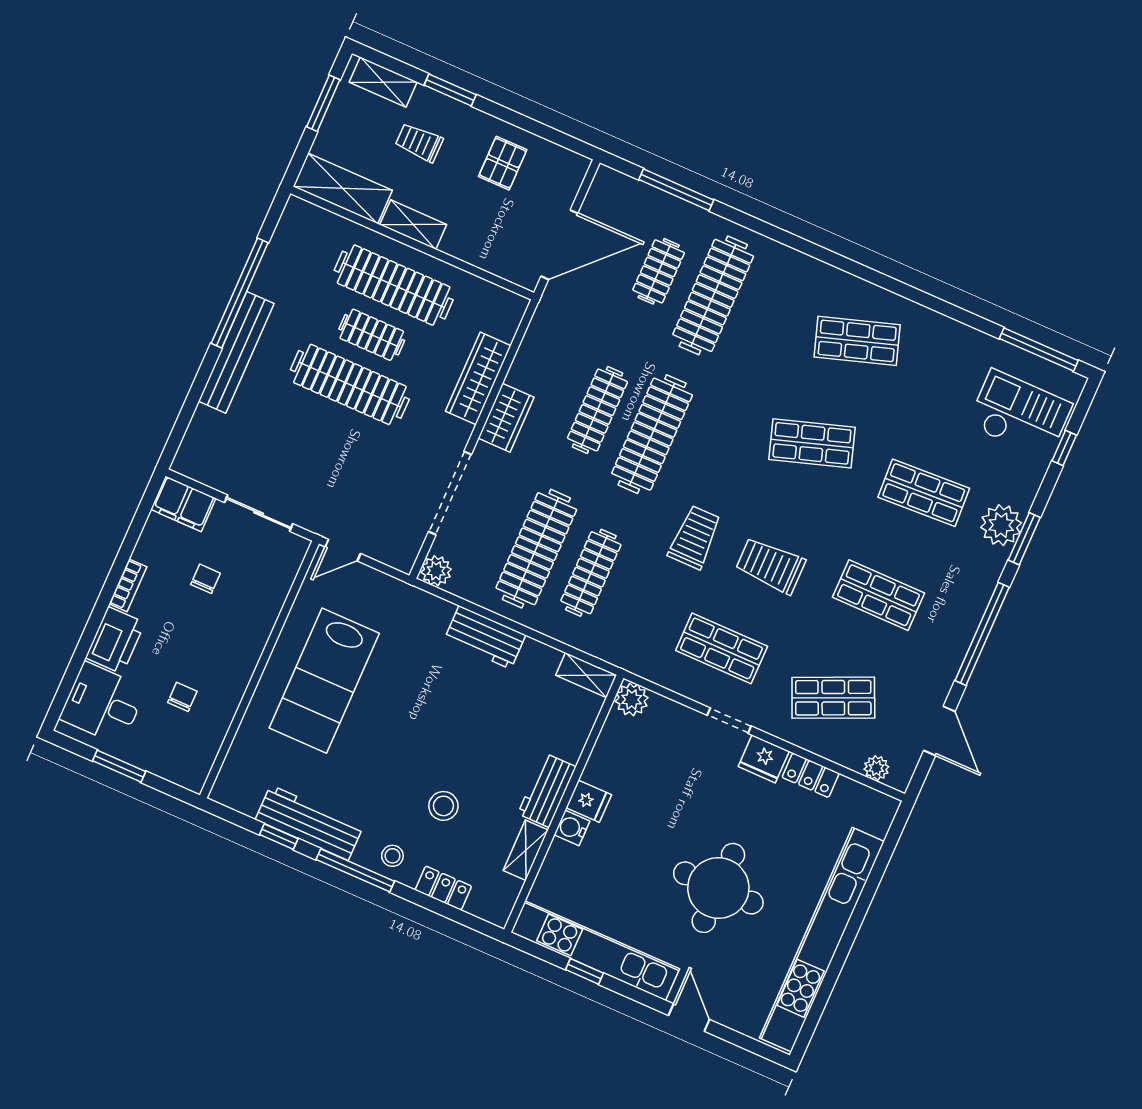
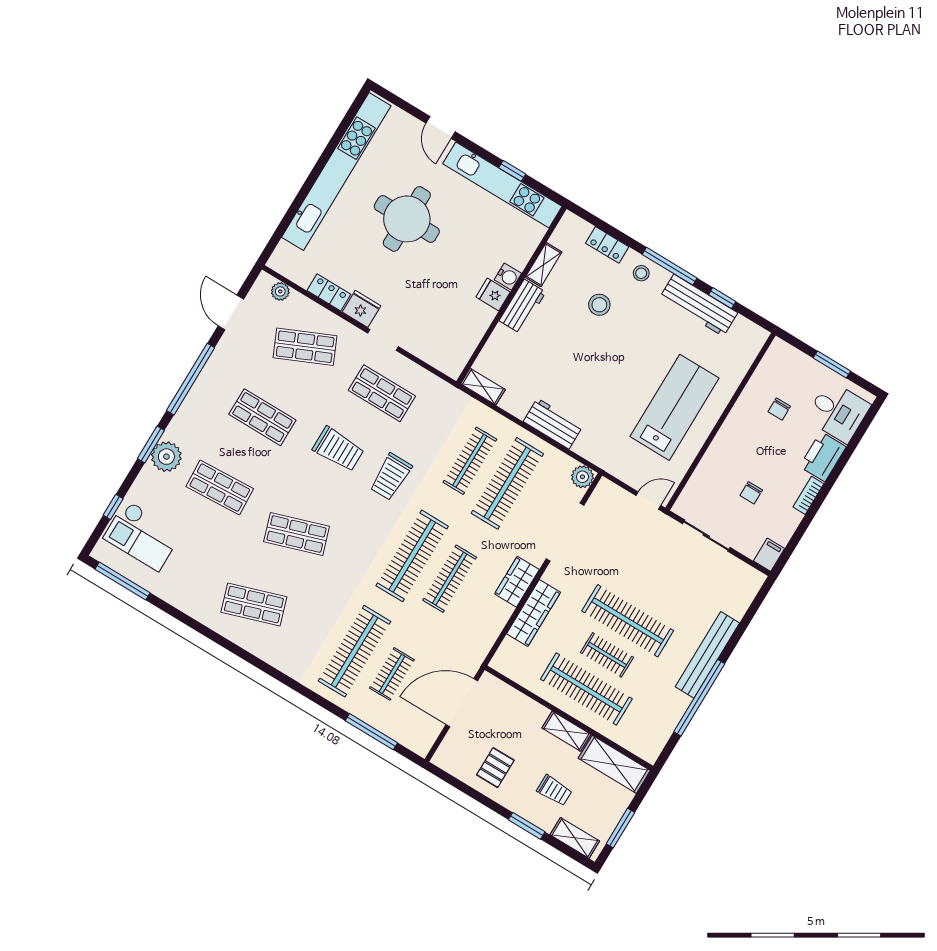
filing cabinet: (183, 504) -> (769, 555), width x0.50
plant: (632, 700) -> (452, 364), removed

